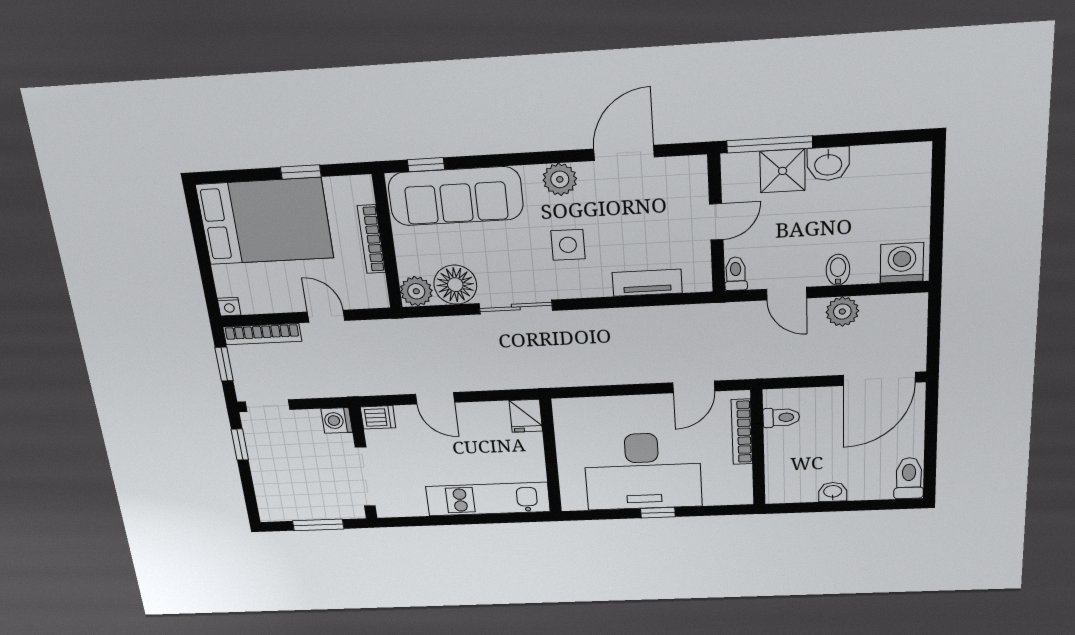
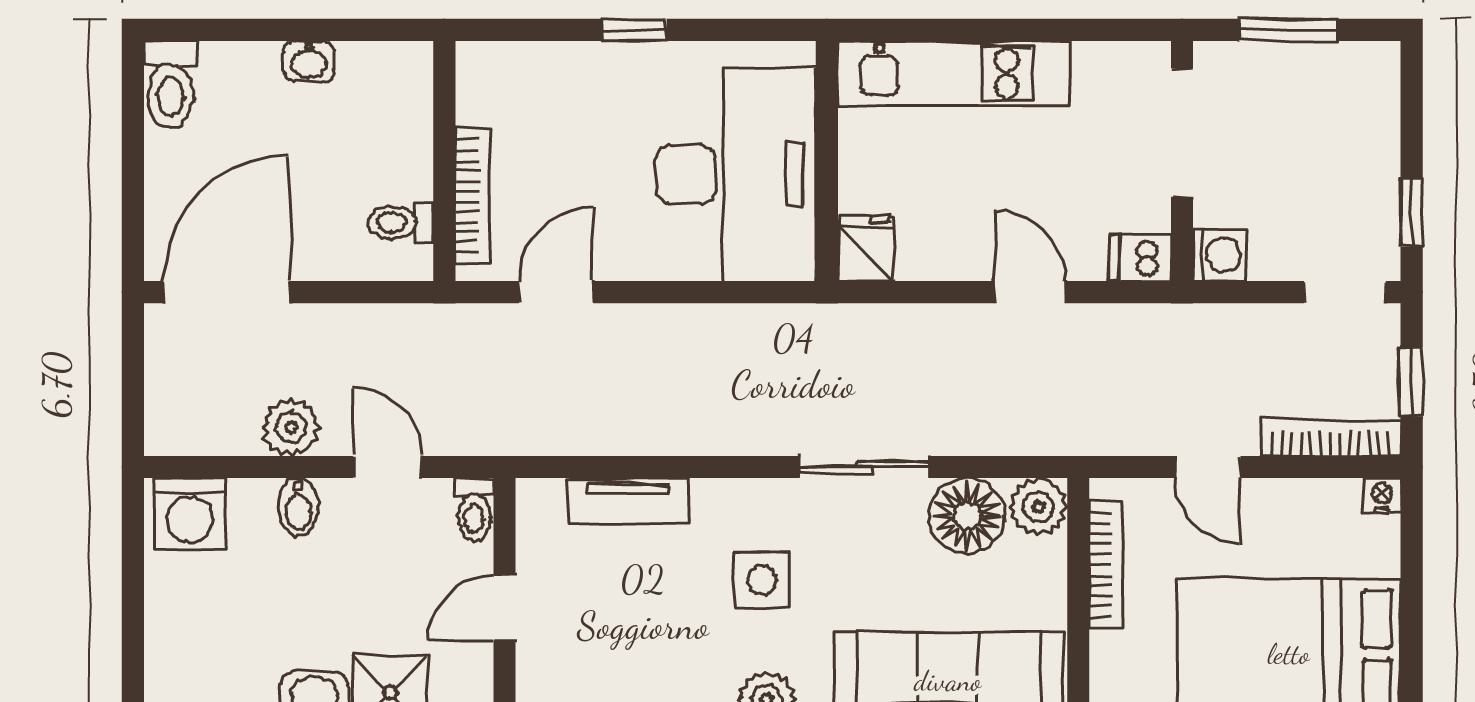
bookcase: (371, 239) -> (1106, 565), moved
desk: (643, 471) -> (736, 174), moved, turned 90

